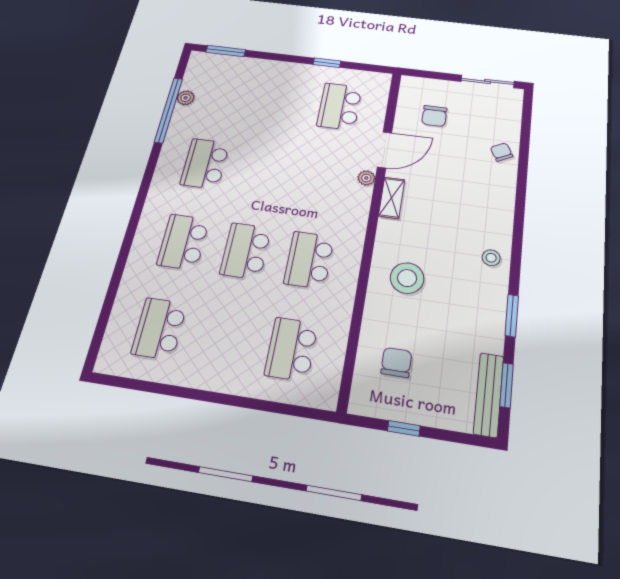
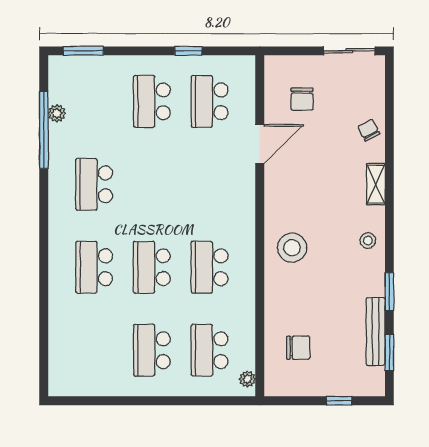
school desk: (282, 99) -> (152, 101), added
plant: (366, 178) -> (247, 379), moved
shelving: (392, 198) -> (376, 184), moved
stool: (407, 278) -> (292, 248), moved
school desk: (159, 329) -> (152, 350), moved
chair: (396, 362) -> (298, 348), turned 90
bench: (489, 394) -> (376, 331), moved
window: (404, 428) -> (339, 401), moved

